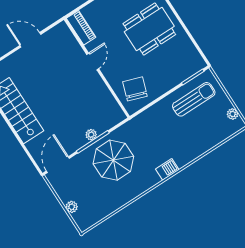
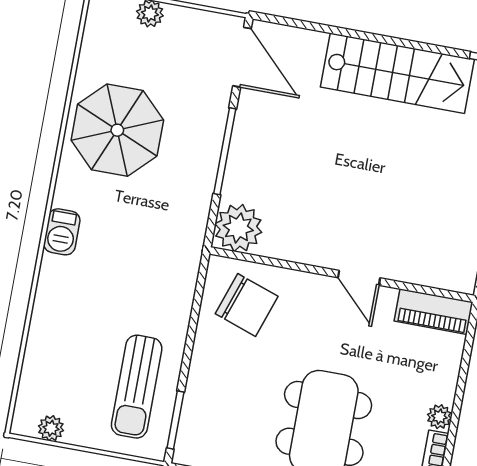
plant: (91, 135) -> (238, 228), moved, width x1.88, depth x1.88
parasol: (113, 160) -> (117, 130), moved

